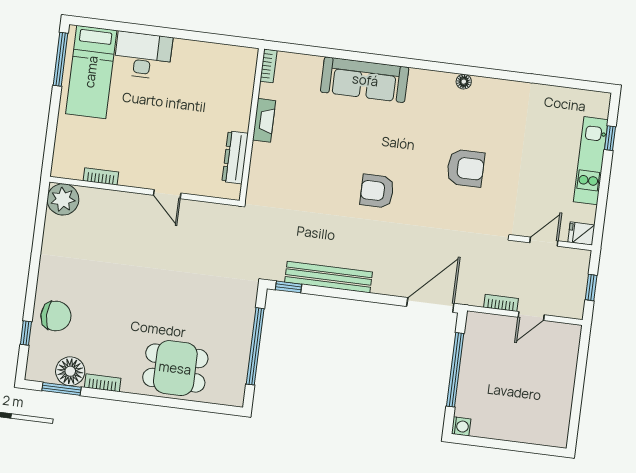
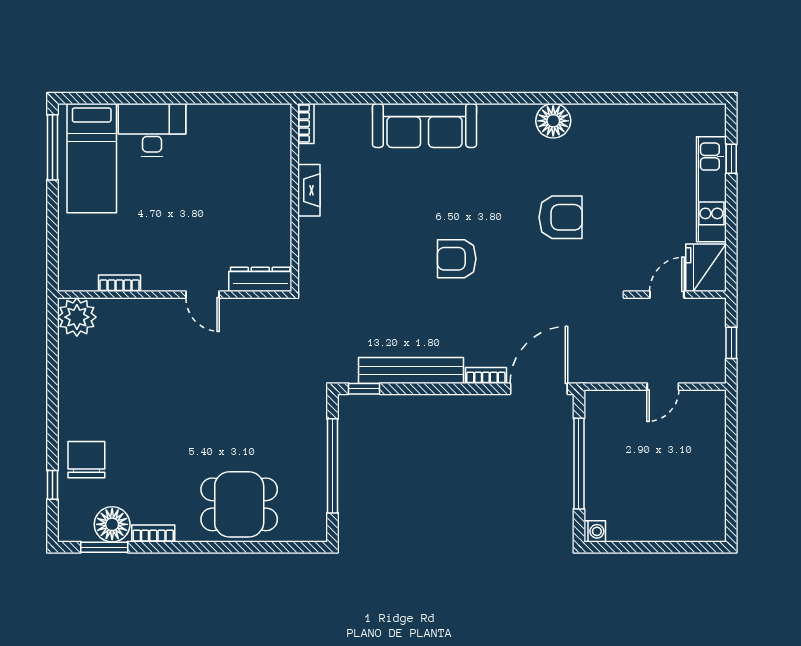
floor lamp: (464, 82) -> (553, 121), width x1.89, depth x1.89
dresser: (235, 157) -> (260, 279), moved, turned 90
fridge: (581, 233) -> (706, 268), width x1.88, depth x1.34
bookcase: (501, 303) -> (486, 375), moved
chair: (56, 316) -> (86, 460), turned -90

